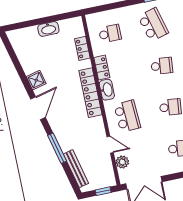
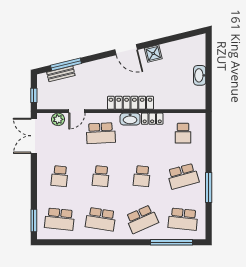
locker: (82, 48) -> (174, 104), removed
window: (57, 148) -> (66, 64), moved
bench: (76, 169) -> (61, 74), width x0.73

